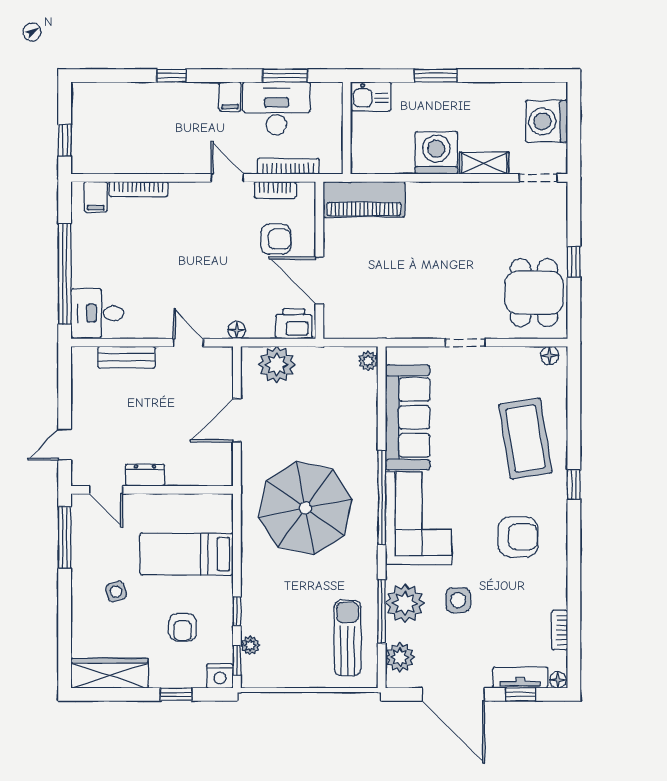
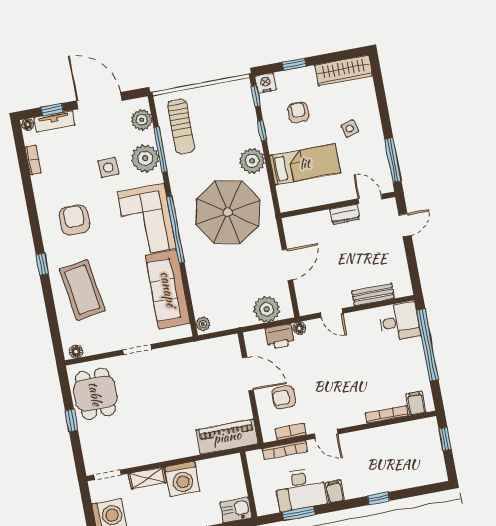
printer: (294, 324) -> (280, 336), moved
armchair: (518, 537) -> (74, 220), turned 90
plant: (250, 645) -> (252, 161), moved, width x1.88, depth x1.88

